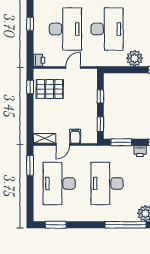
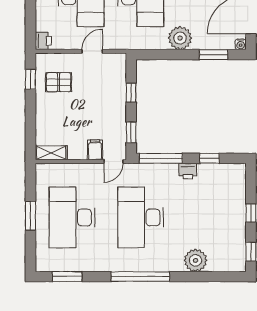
pallet: (50, 89) -> (59, 82), width x0.67, depth x0.71
window: (121, 142) -> (161, 158), width x1.44
door: (63, 144) -> (113, 162), moved
window: (30, 165) -> (30, 216), moved
window: (125, 225) -> (140, 277), moved

